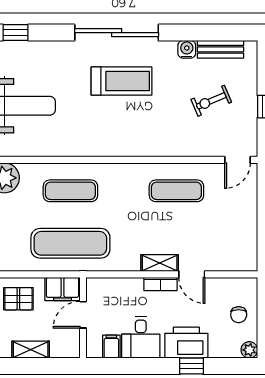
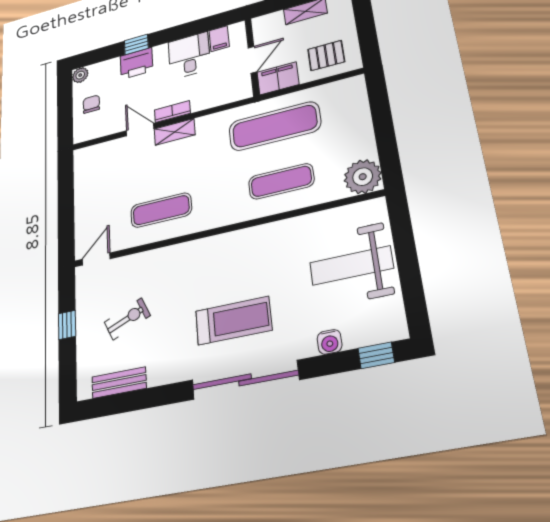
water cooler: (187, 49) -> (330, 342), moved
treadmill: (121, 81) -> (234, 321), turned 180
printer: (186, 343) -> (136, 63), width x0.73, depth x0.84

